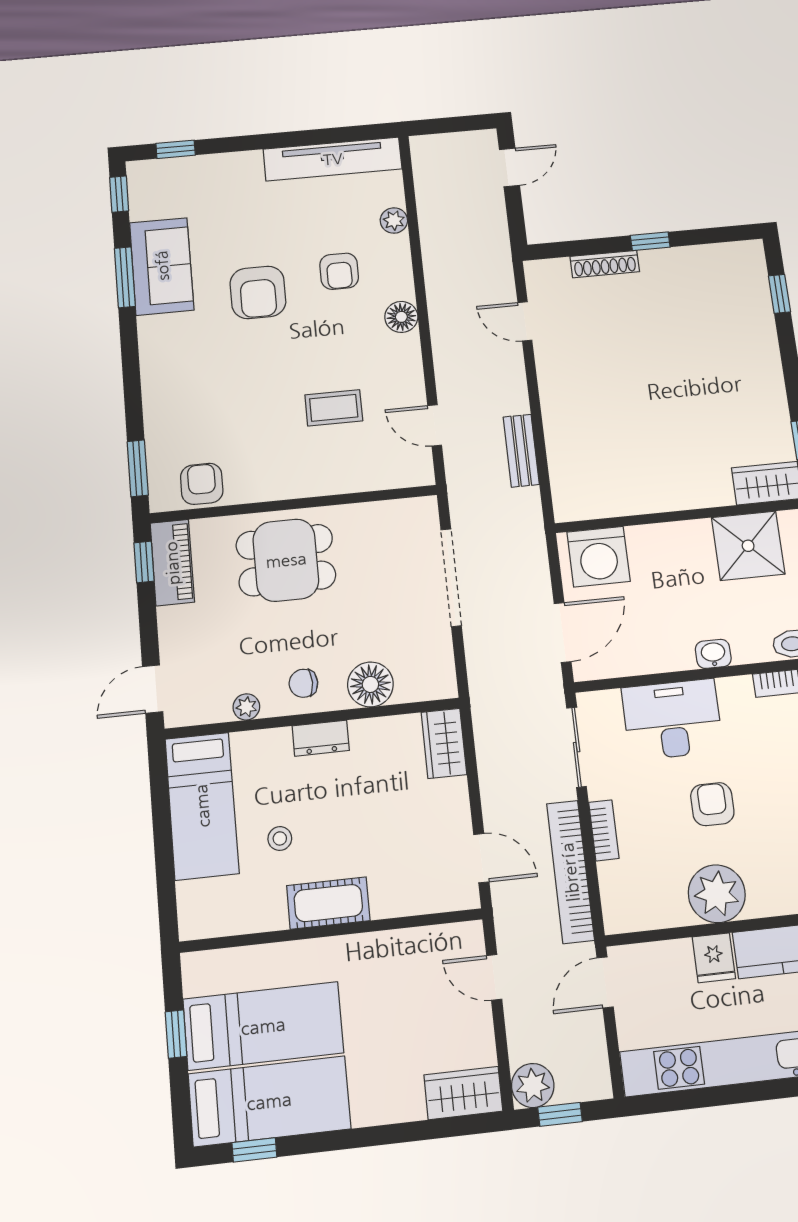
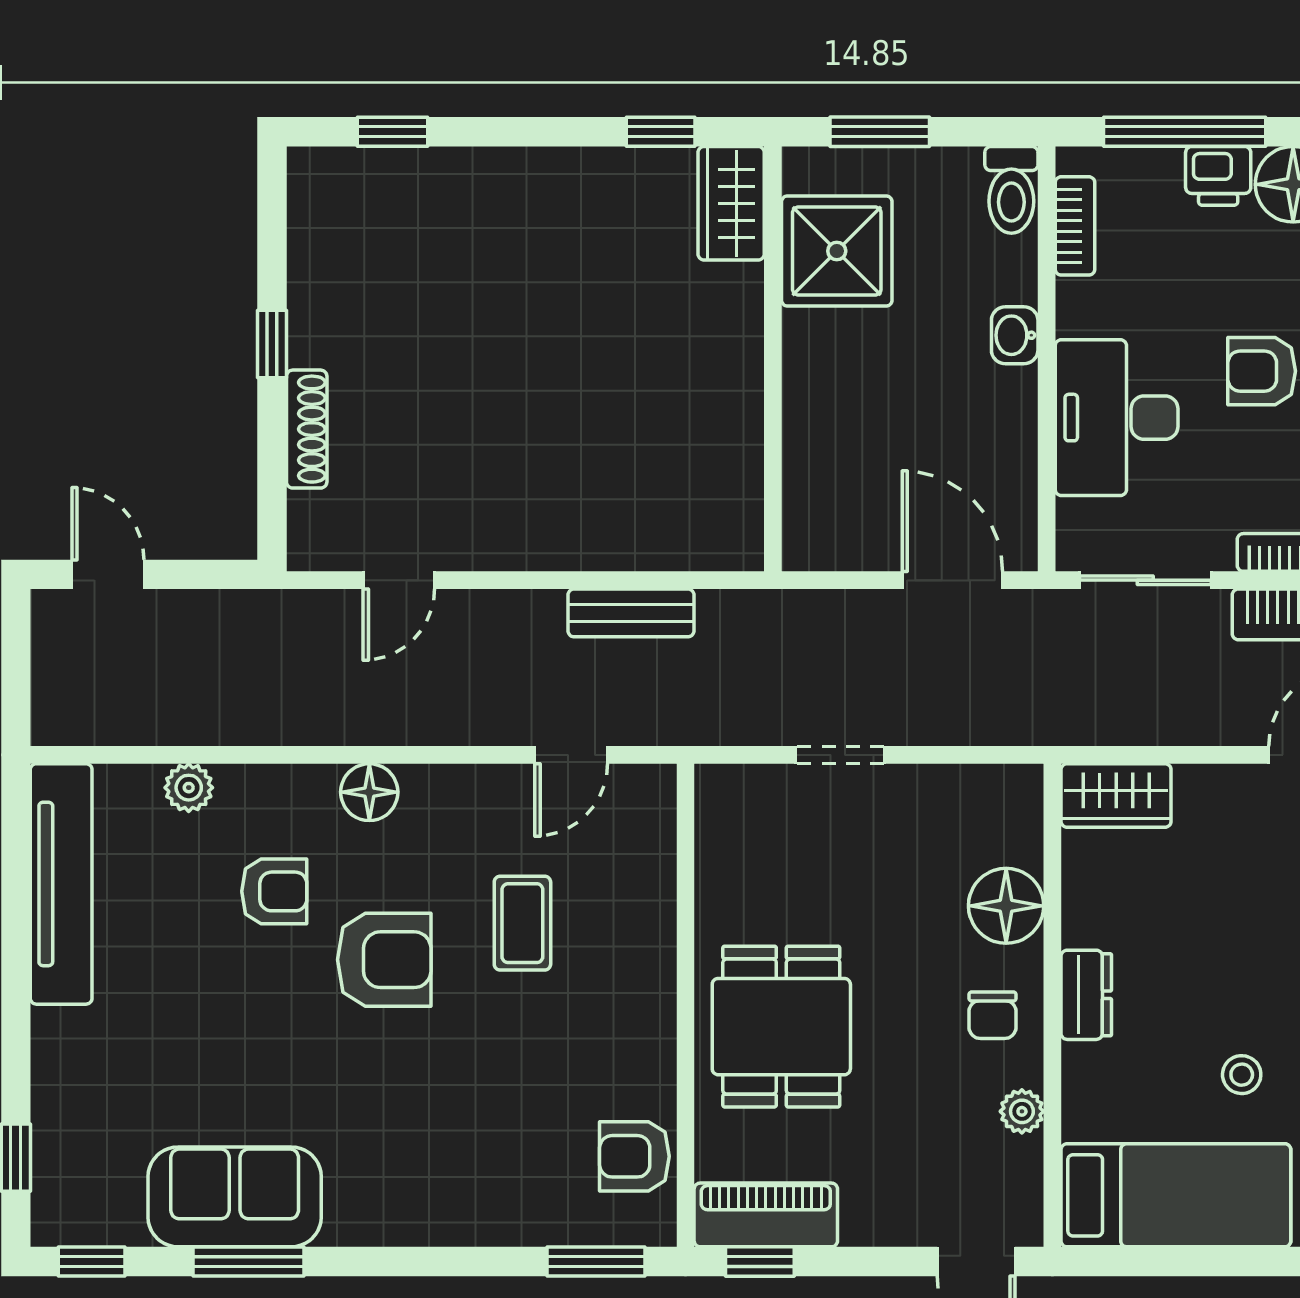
armchair: (258, 292) -> (384, 960), moved
washing machine: (598, 557) -> (830, 505), removed
doorway: (451, 578) -> (840, 755), width x0.53

